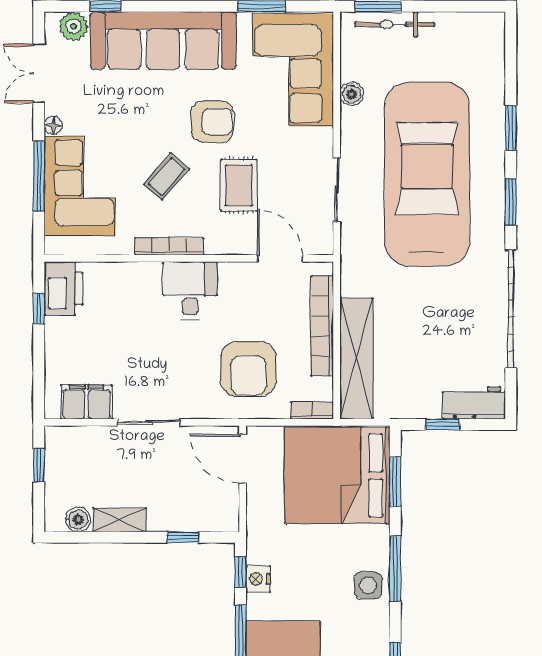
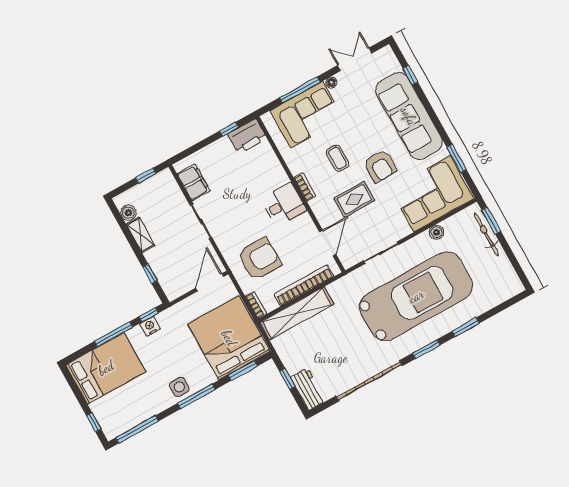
plant: (74, 26) -> (390, 64), removed
coffee table: (167, 177) -> (338, 158), turned 49
bookcase: (169, 246) -> (305, 187), width x0.64
armchair: (248, 369) -> (259, 259), turned 180

